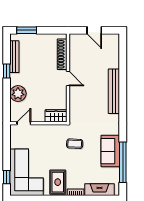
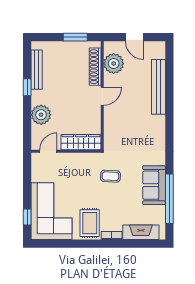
window: (27, 30) -> (75, 37), moved
plant: (77, 52) -> (114, 64), added
door: (68, 78) -> (102, 96), hinge flipped
bench: (114, 91) -> (158, 87), moved
wardrobe: (56, 116) -> (81, 142), width x1.50

